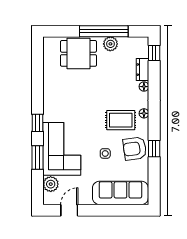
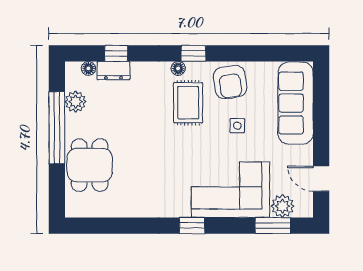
plant: (110, 44) -> (76, 102), moved
window: (154, 53) -> (116, 53), moved
floor lamp: (144, 87) -> (88, 68), moved
window: (154, 149) -> (193, 53), moved
window: (38, 158) -> (273, 226), moved

